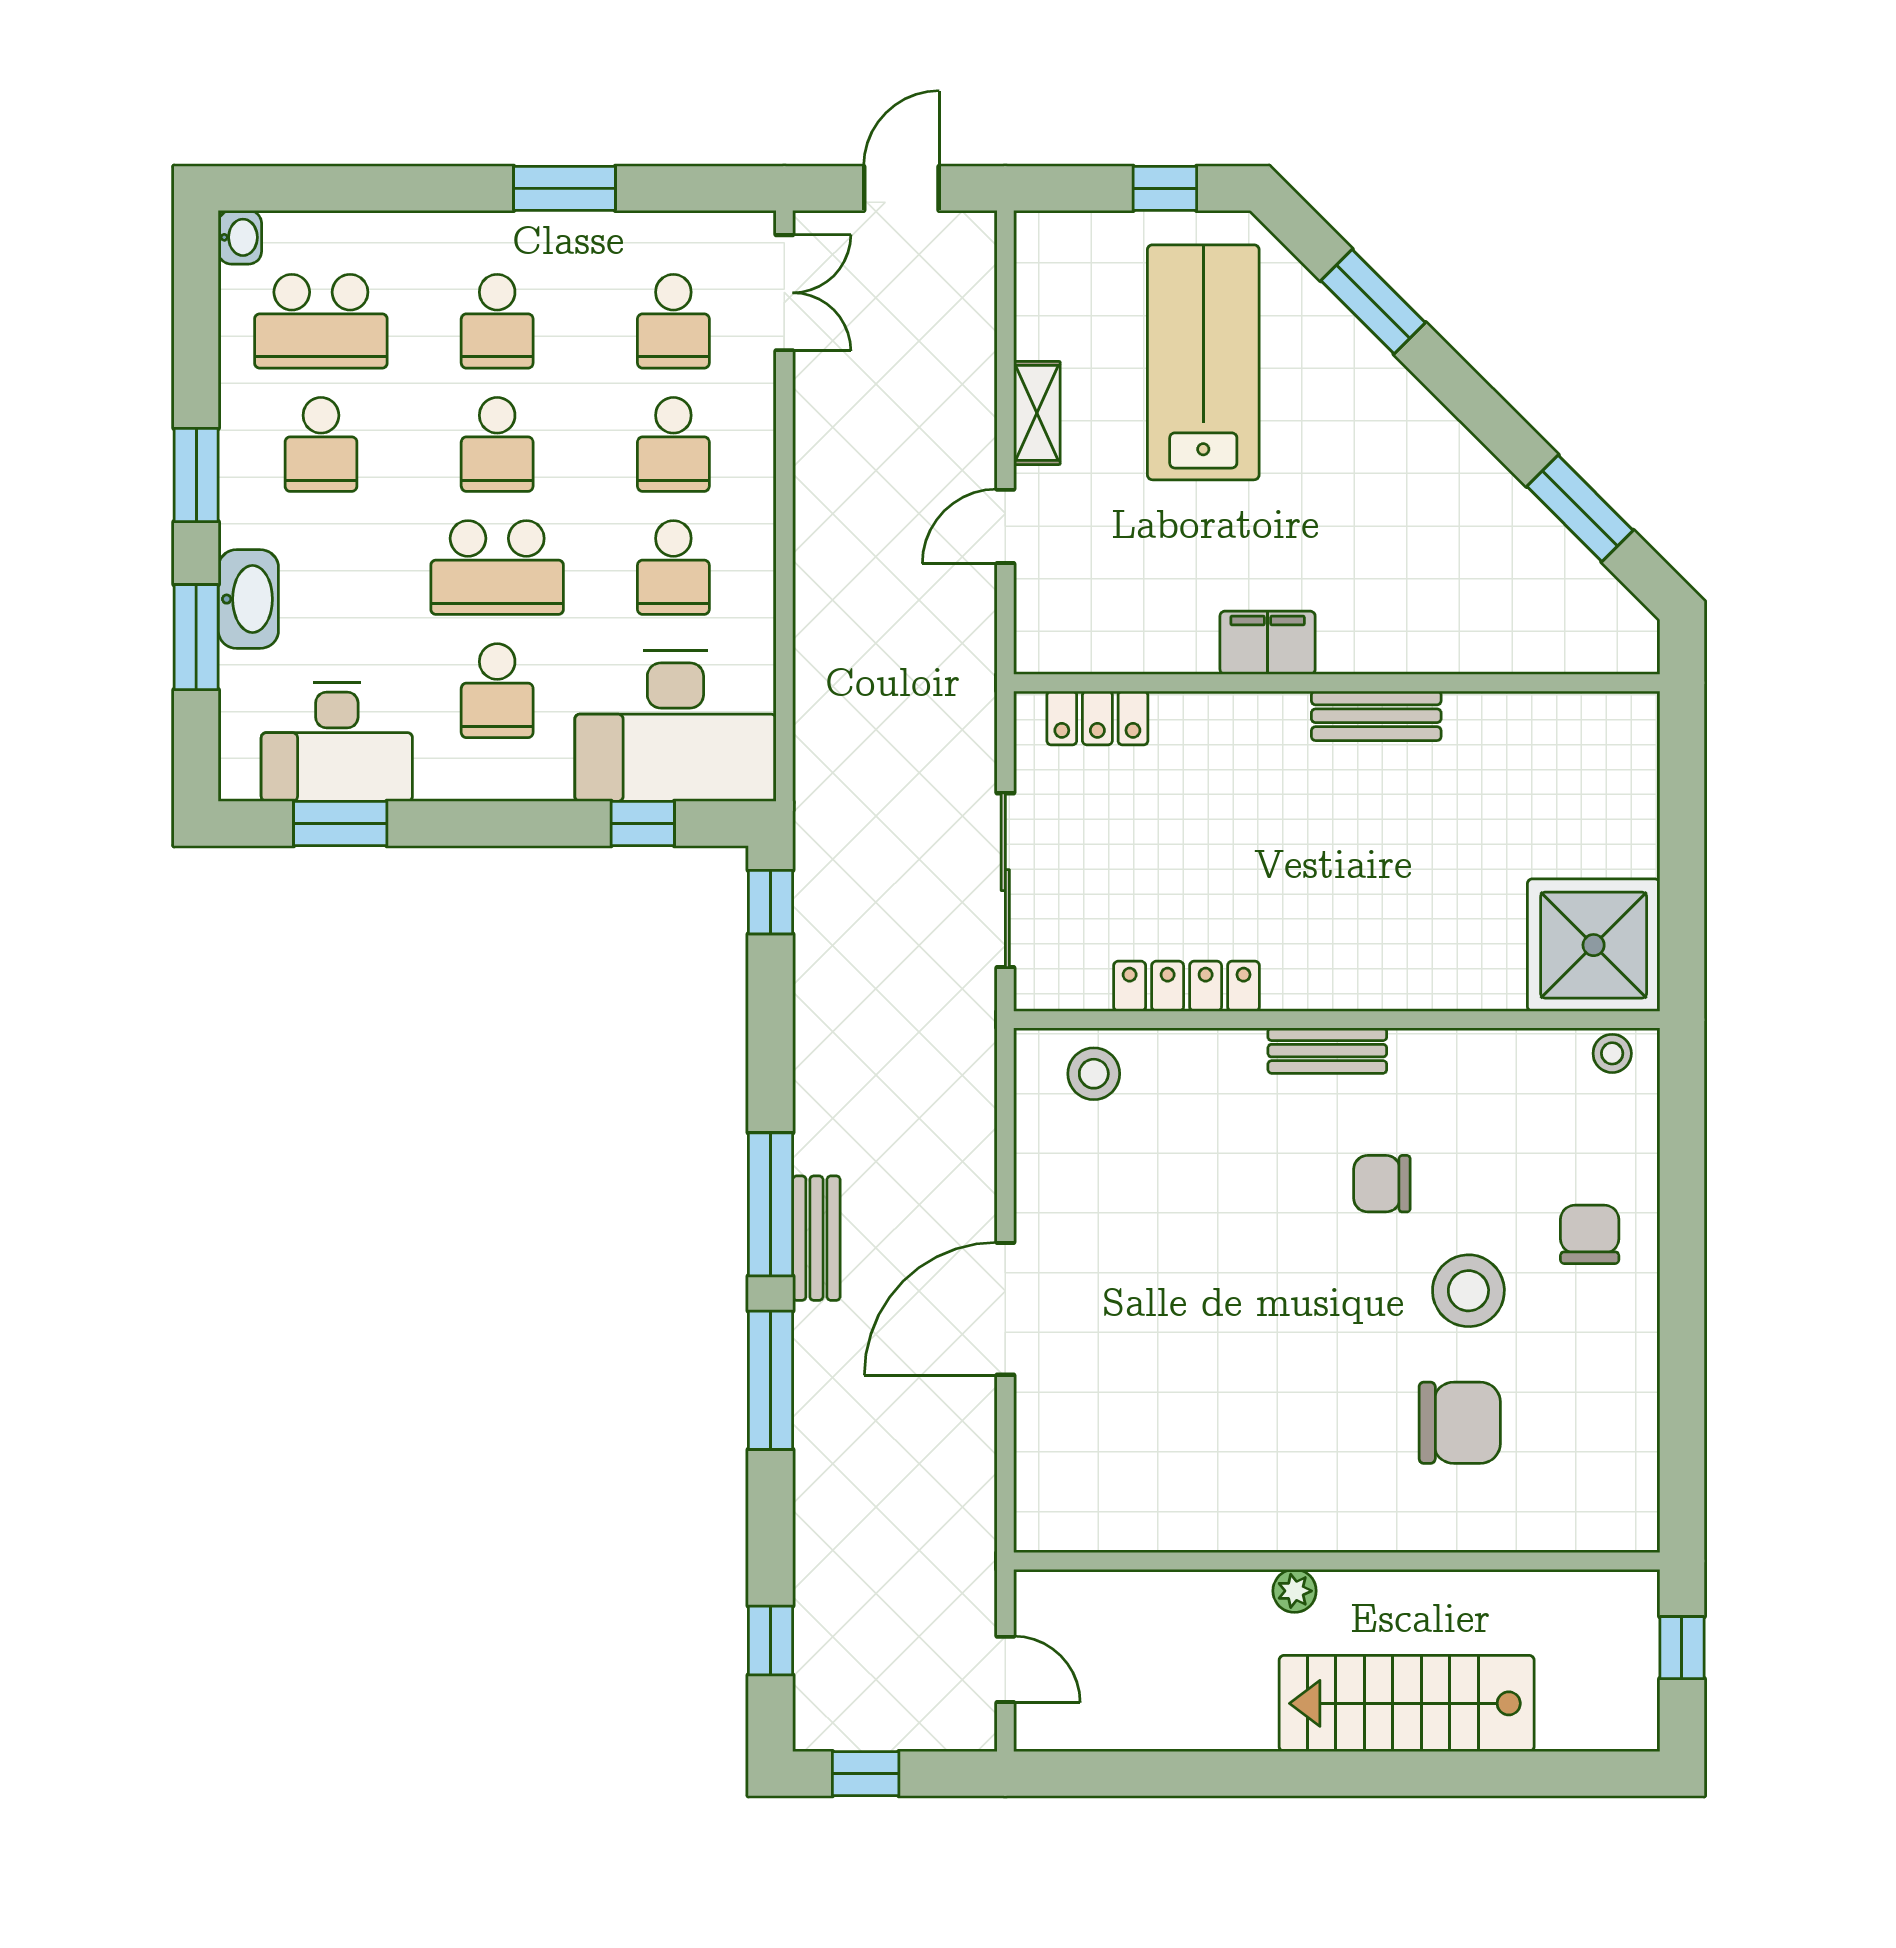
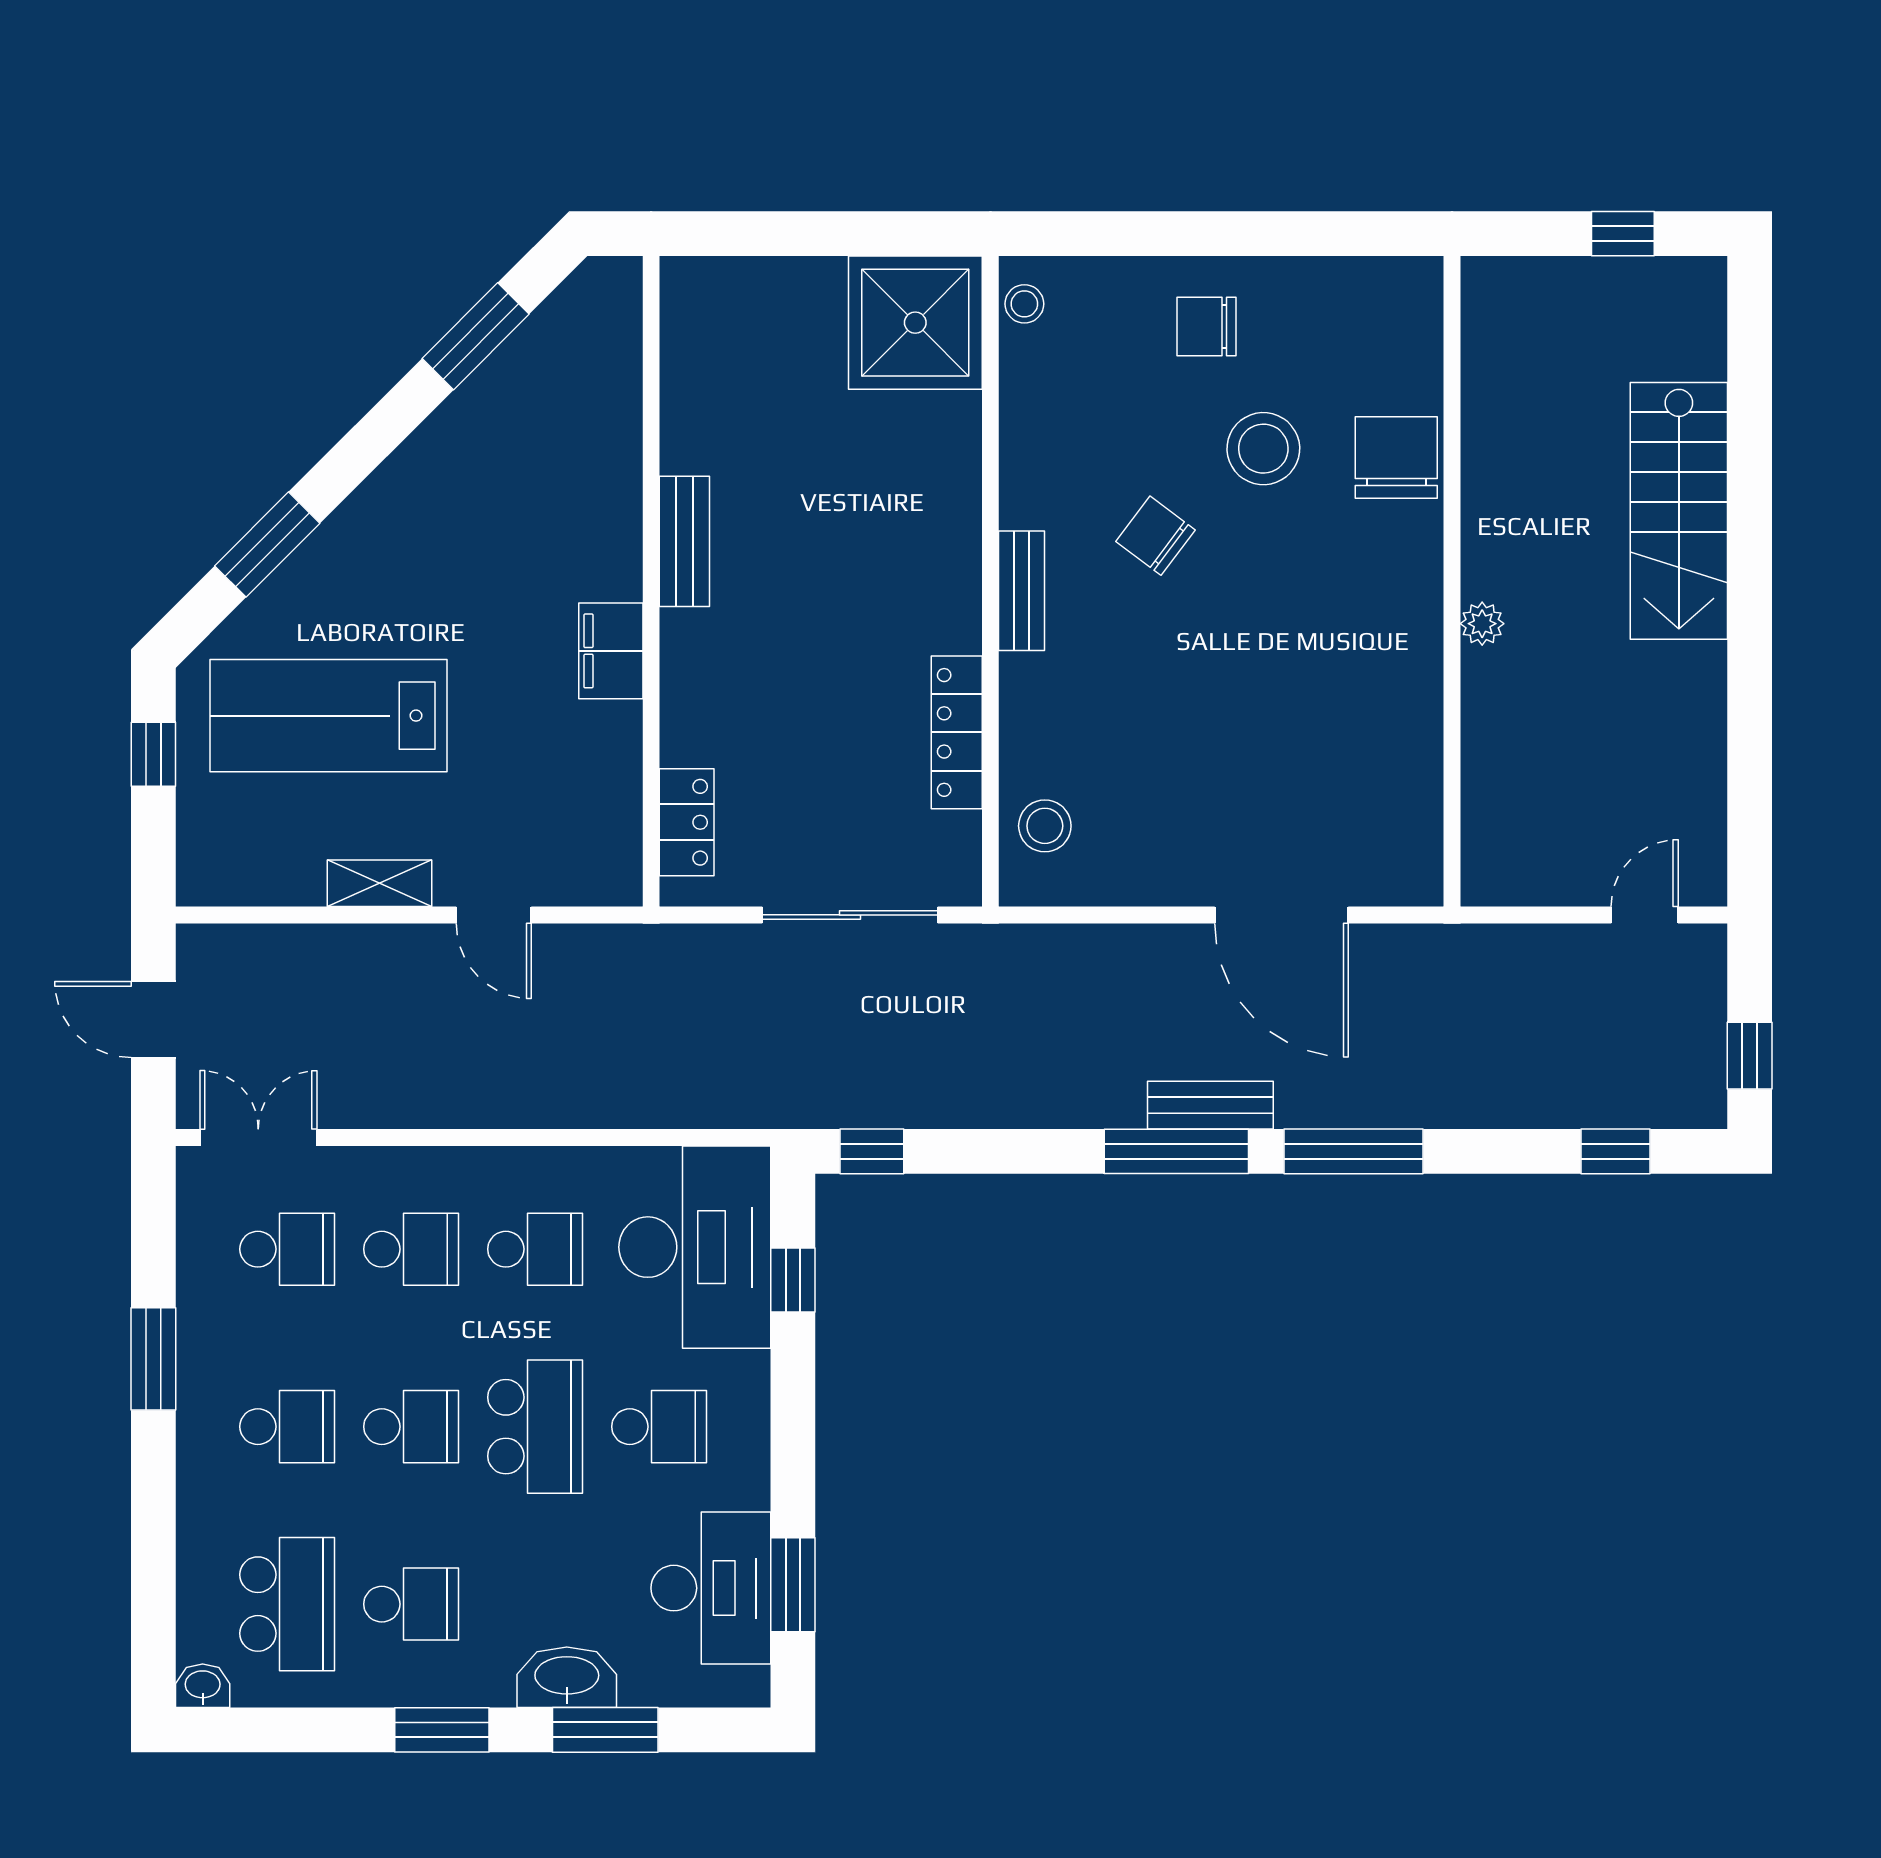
chair: (1382, 1184) -> (1156, 536), turned 127
wall: (1337, 1561) -> (1452, 581), moved
plant: (1295, 1591) -> (1482, 624), moved

